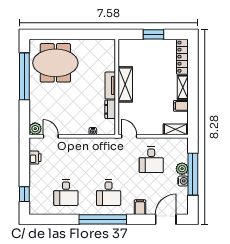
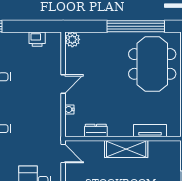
tv unit: (110, 85) -> (150, 131), moved
door: (51, 136) -> (63, 84), moved
door: (129, 136) -> (63, 154), hinge flipped

